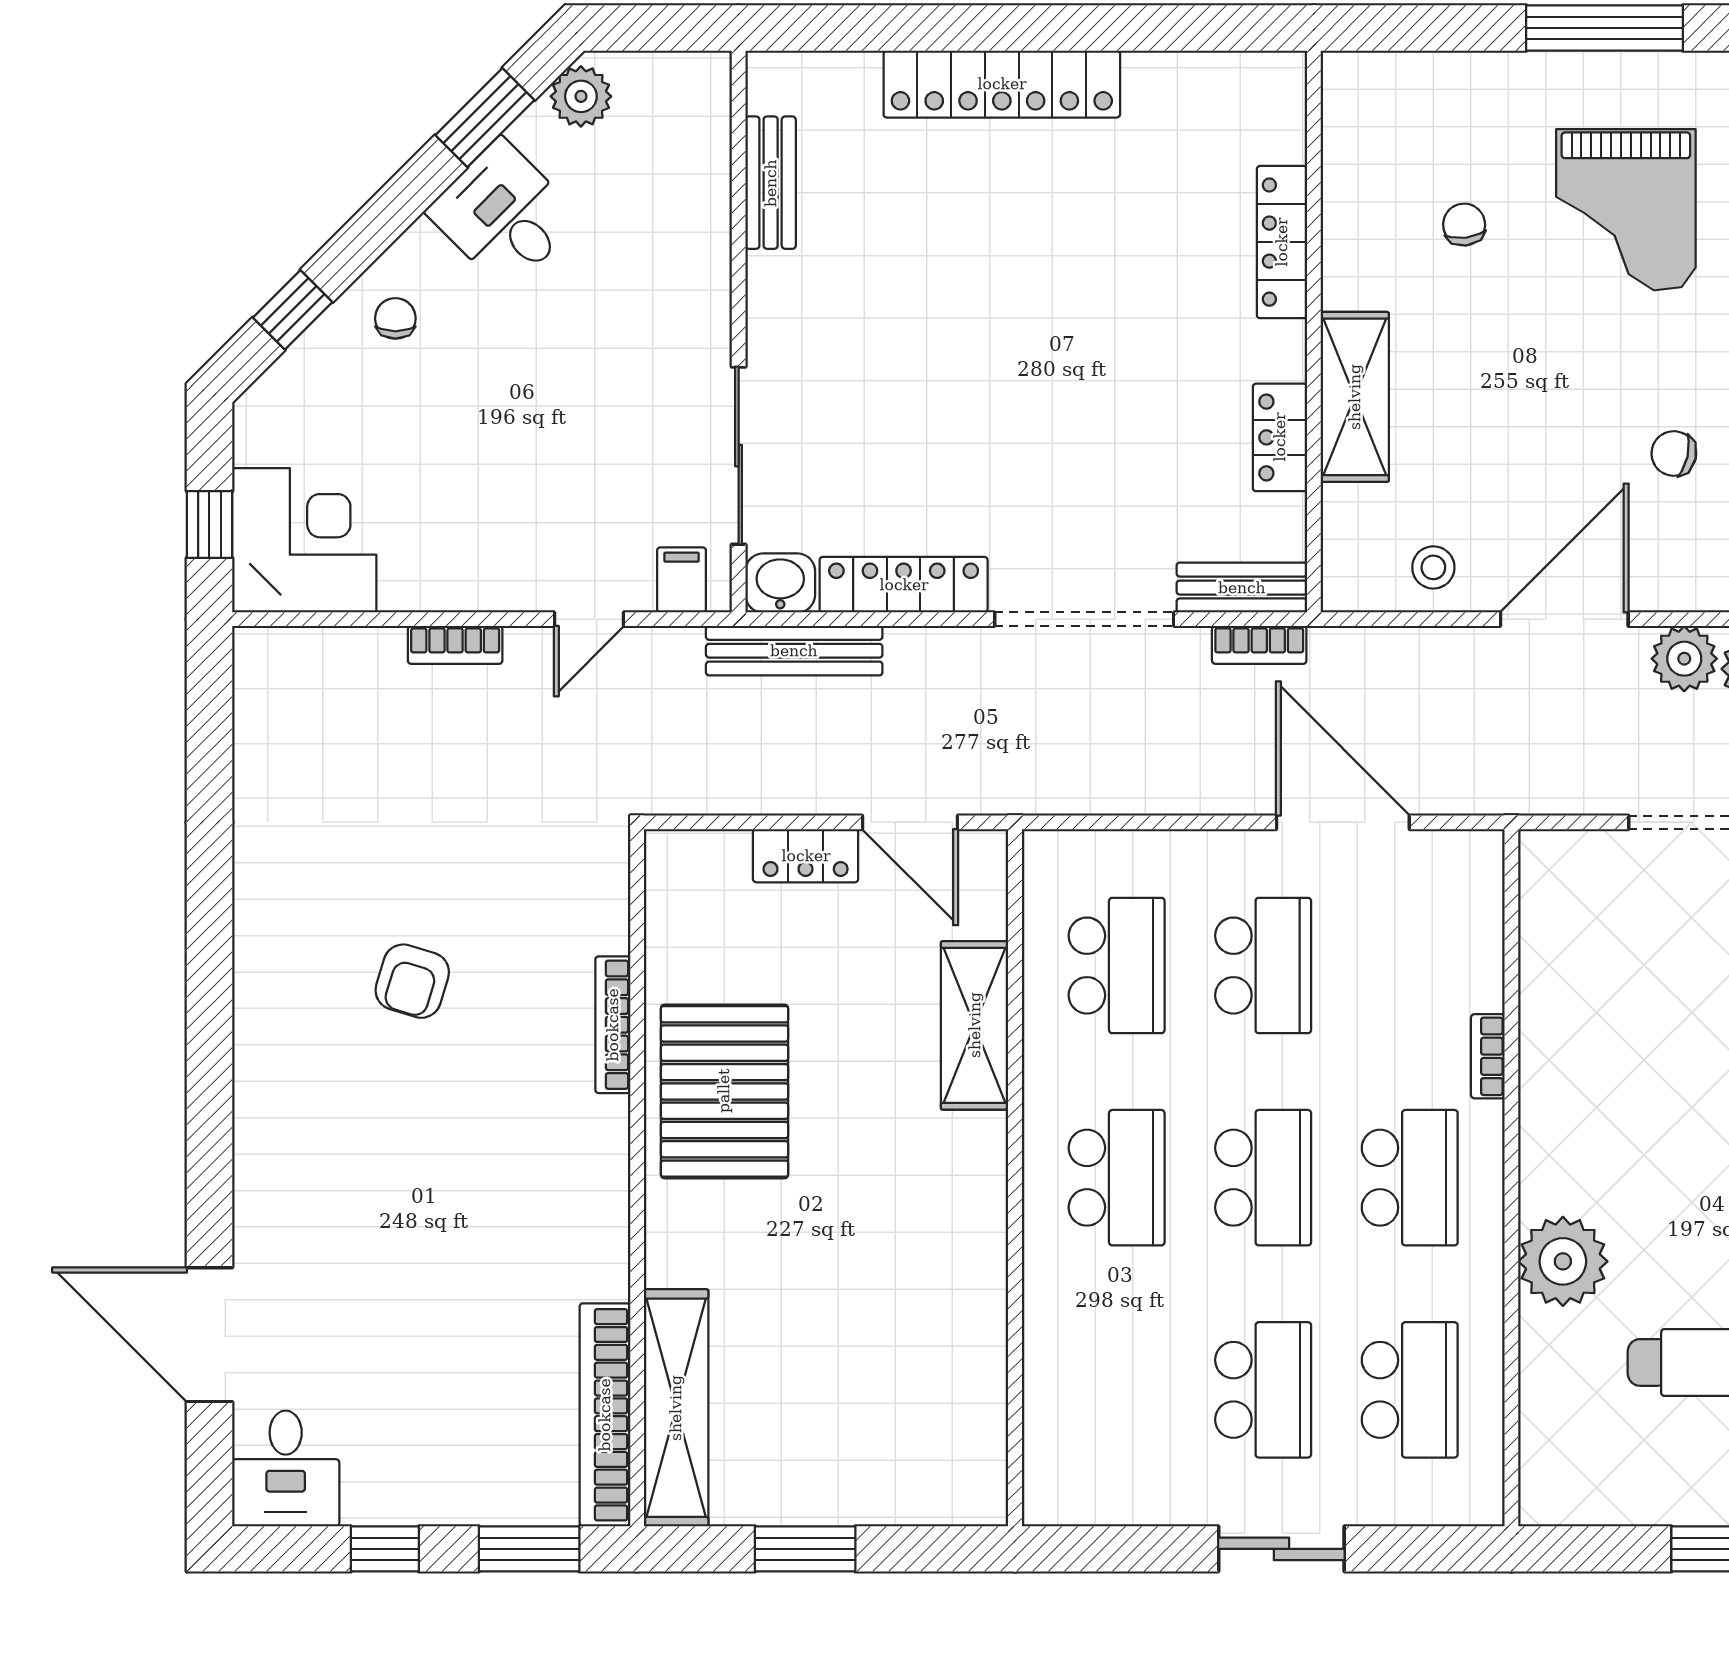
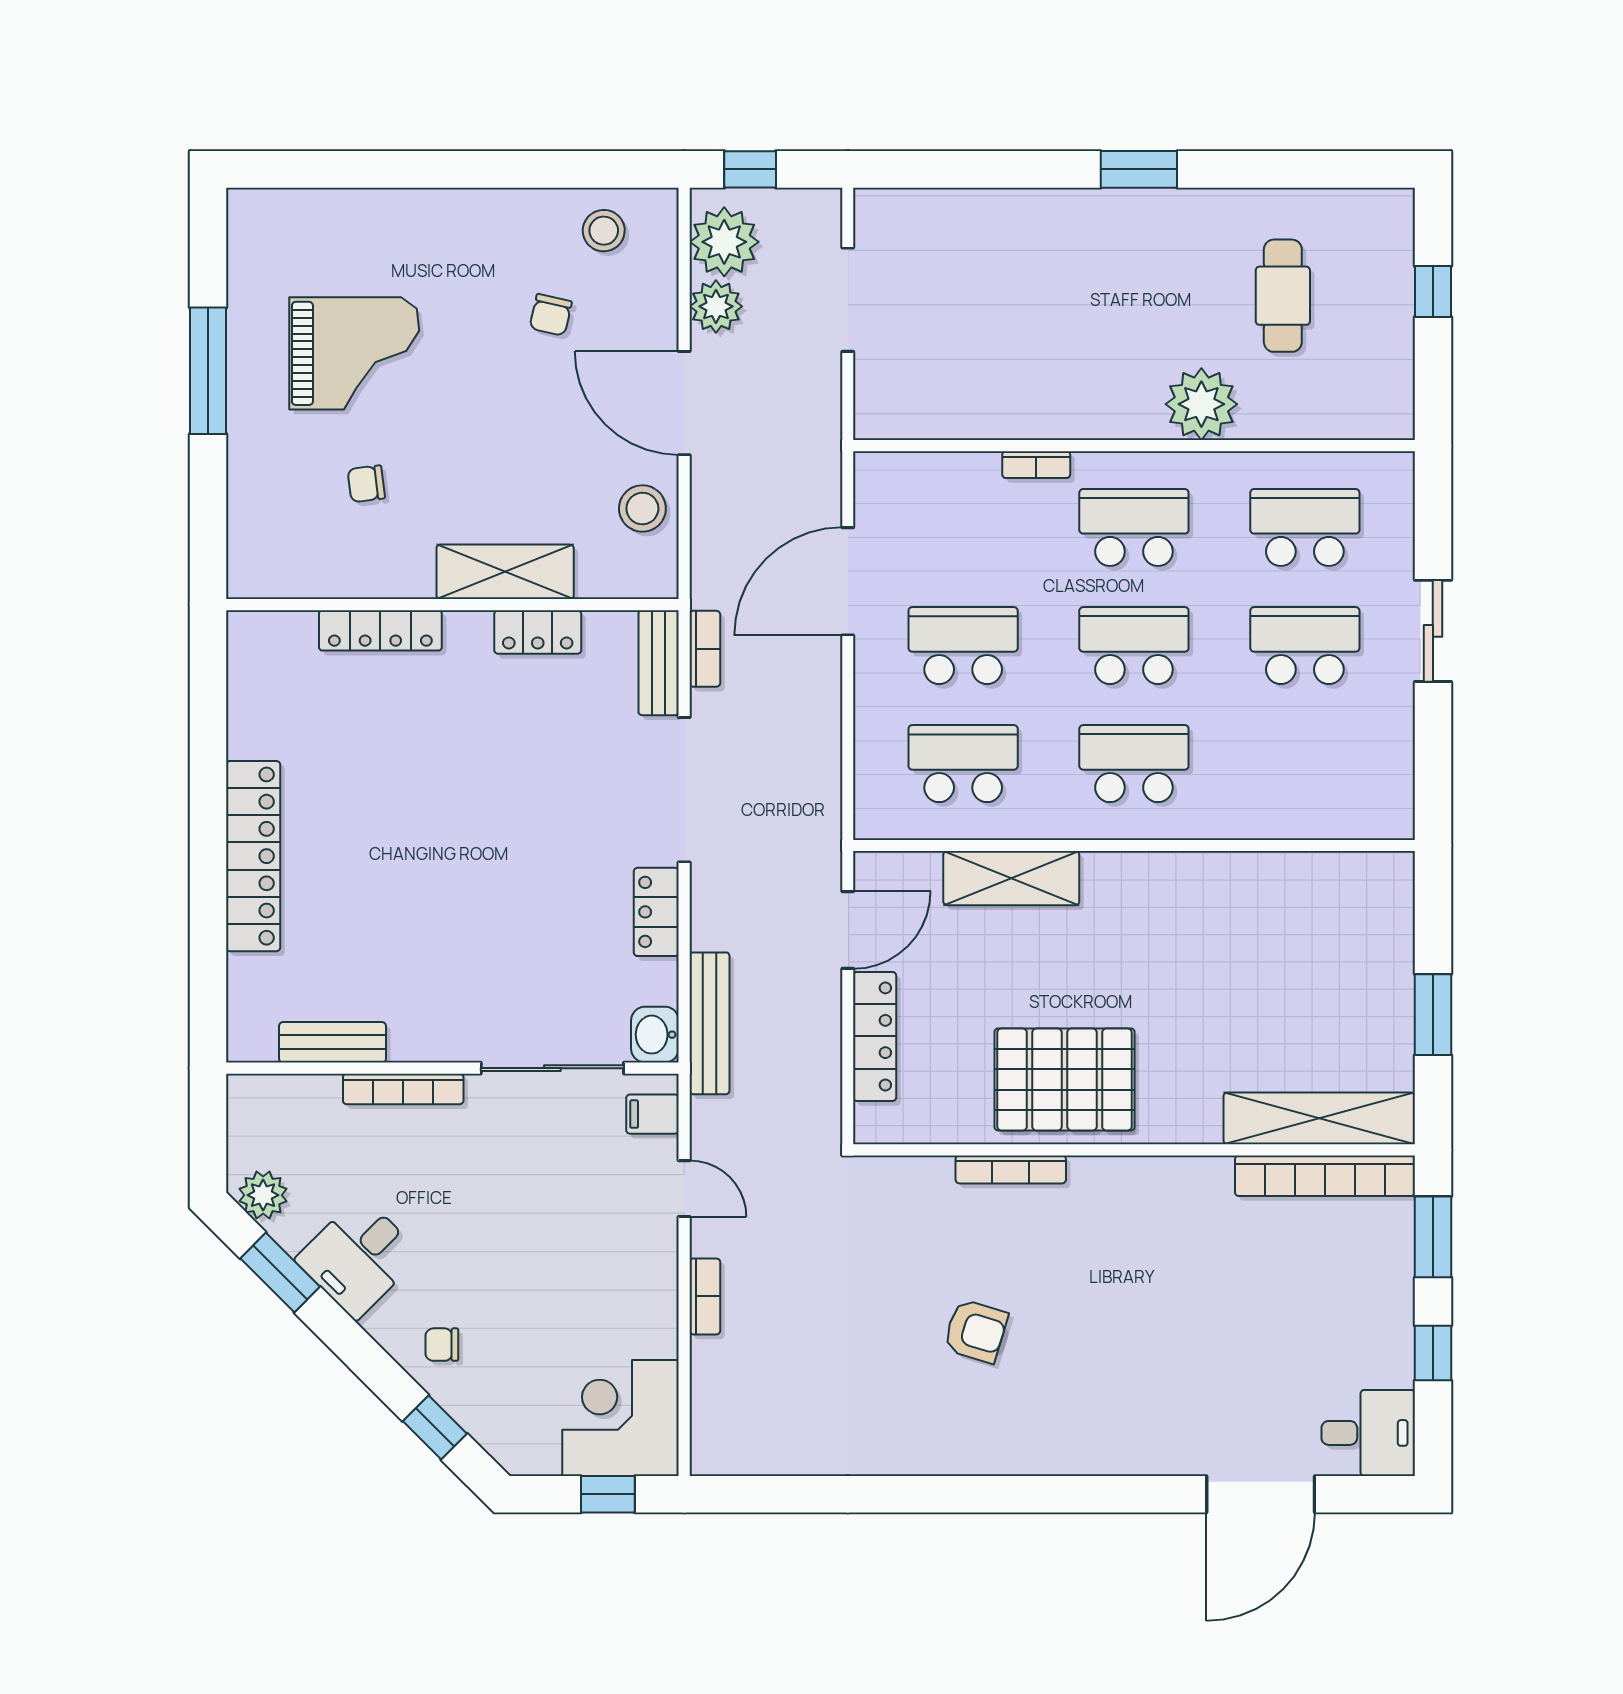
bookcase: (713, 270) -> (403, 1089), added
stool: (1433, 567) -> (642, 508), width x1.37, depth x1.37
locker: (904, 585) -> (656, 912), width x0.66
locker: (806, 856) -> (875, 1036), width x1.53

